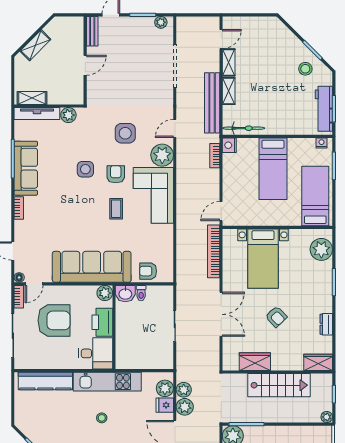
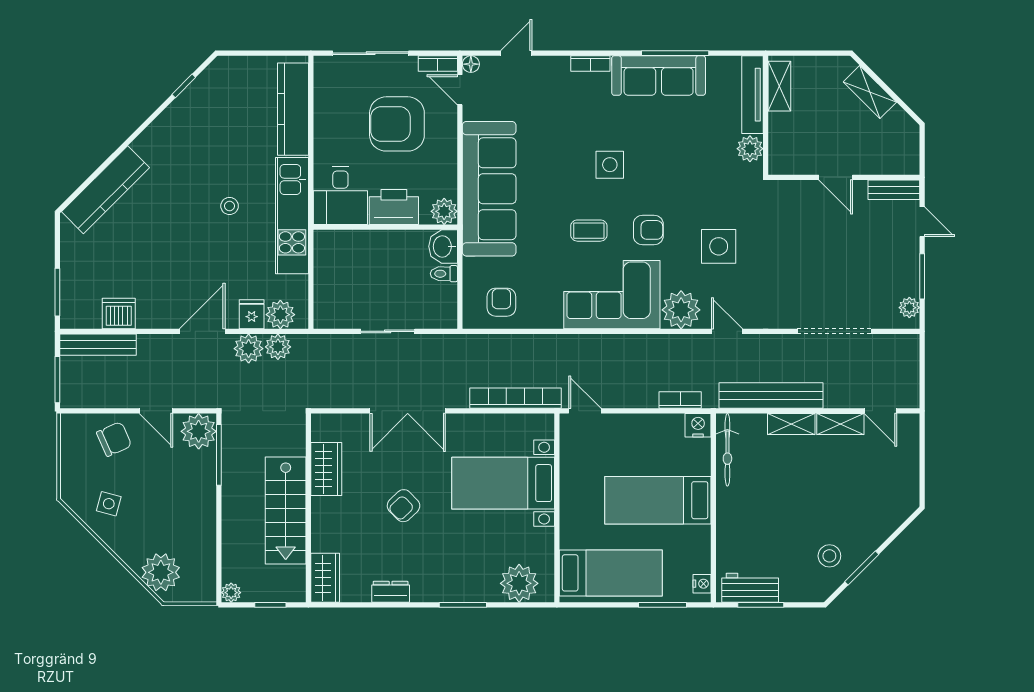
workbench: (324, 109) -> (750, 588), width x0.73
side table: (85, 169) -> (610, 165), moved
armchair: (148, 271) -> (501, 302), moved
armchair: (54, 320) -> (397, 124), turned 90

